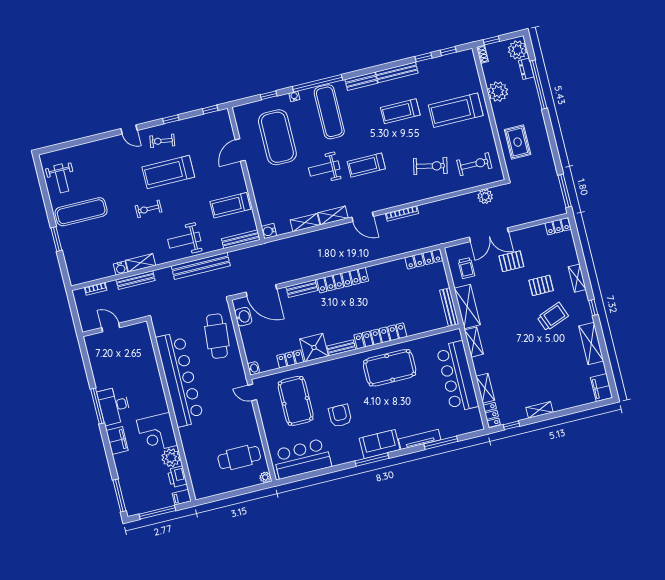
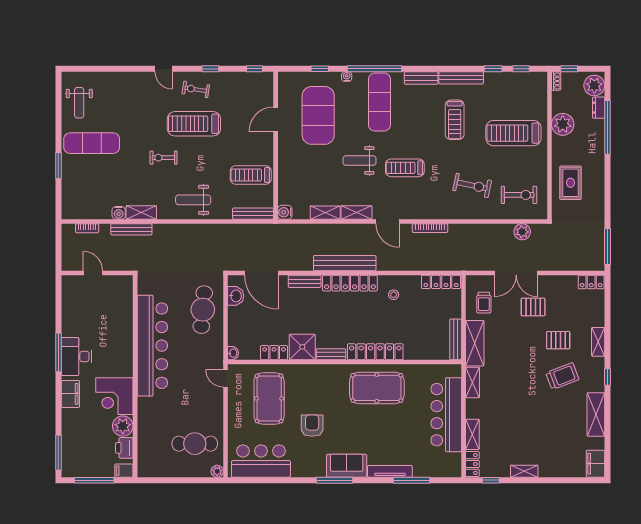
treadmill: (400, 111) -> (455, 120), turned -90
bench: (201, 266) -> (345, 263), moved
stool: (384, 281) -> (394, 295), added

